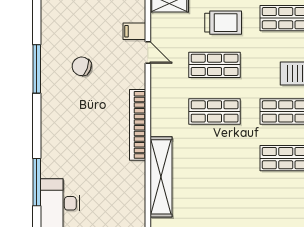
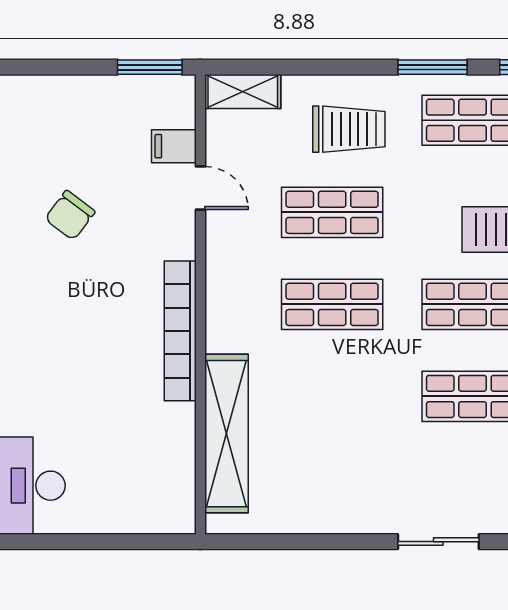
chair: (82, 66) -> (70, 215), turned -73

